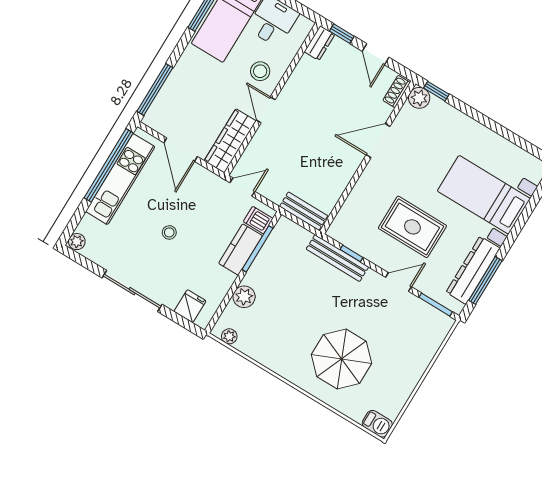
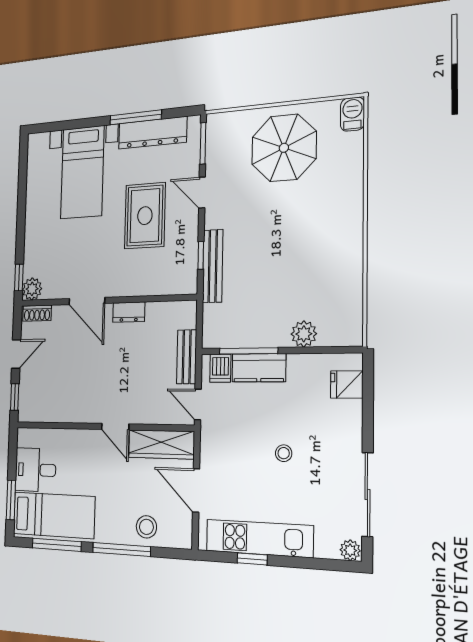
dresser: (319, 43) -> (129, 312), moved, turned 180
stool: (260, 71) -> (146, 527), moved
window: (155, 89) -> (121, 549), moved
door: (266, 110) -> (115, 427), hinge flipped
door: (181, 150) -> (196, 490), swing flipped
window: (109, 165) -> (252, 559), width x0.32
bench: (304, 211) -> (187, 357), moved
window: (485, 281) -> (136, 117), moved
sliding door: (132, 291) -> (367, 495), moved
plant: (229, 336) -> (354, 323), removed
parasol: (342, 359) -> (284, 148), moved

